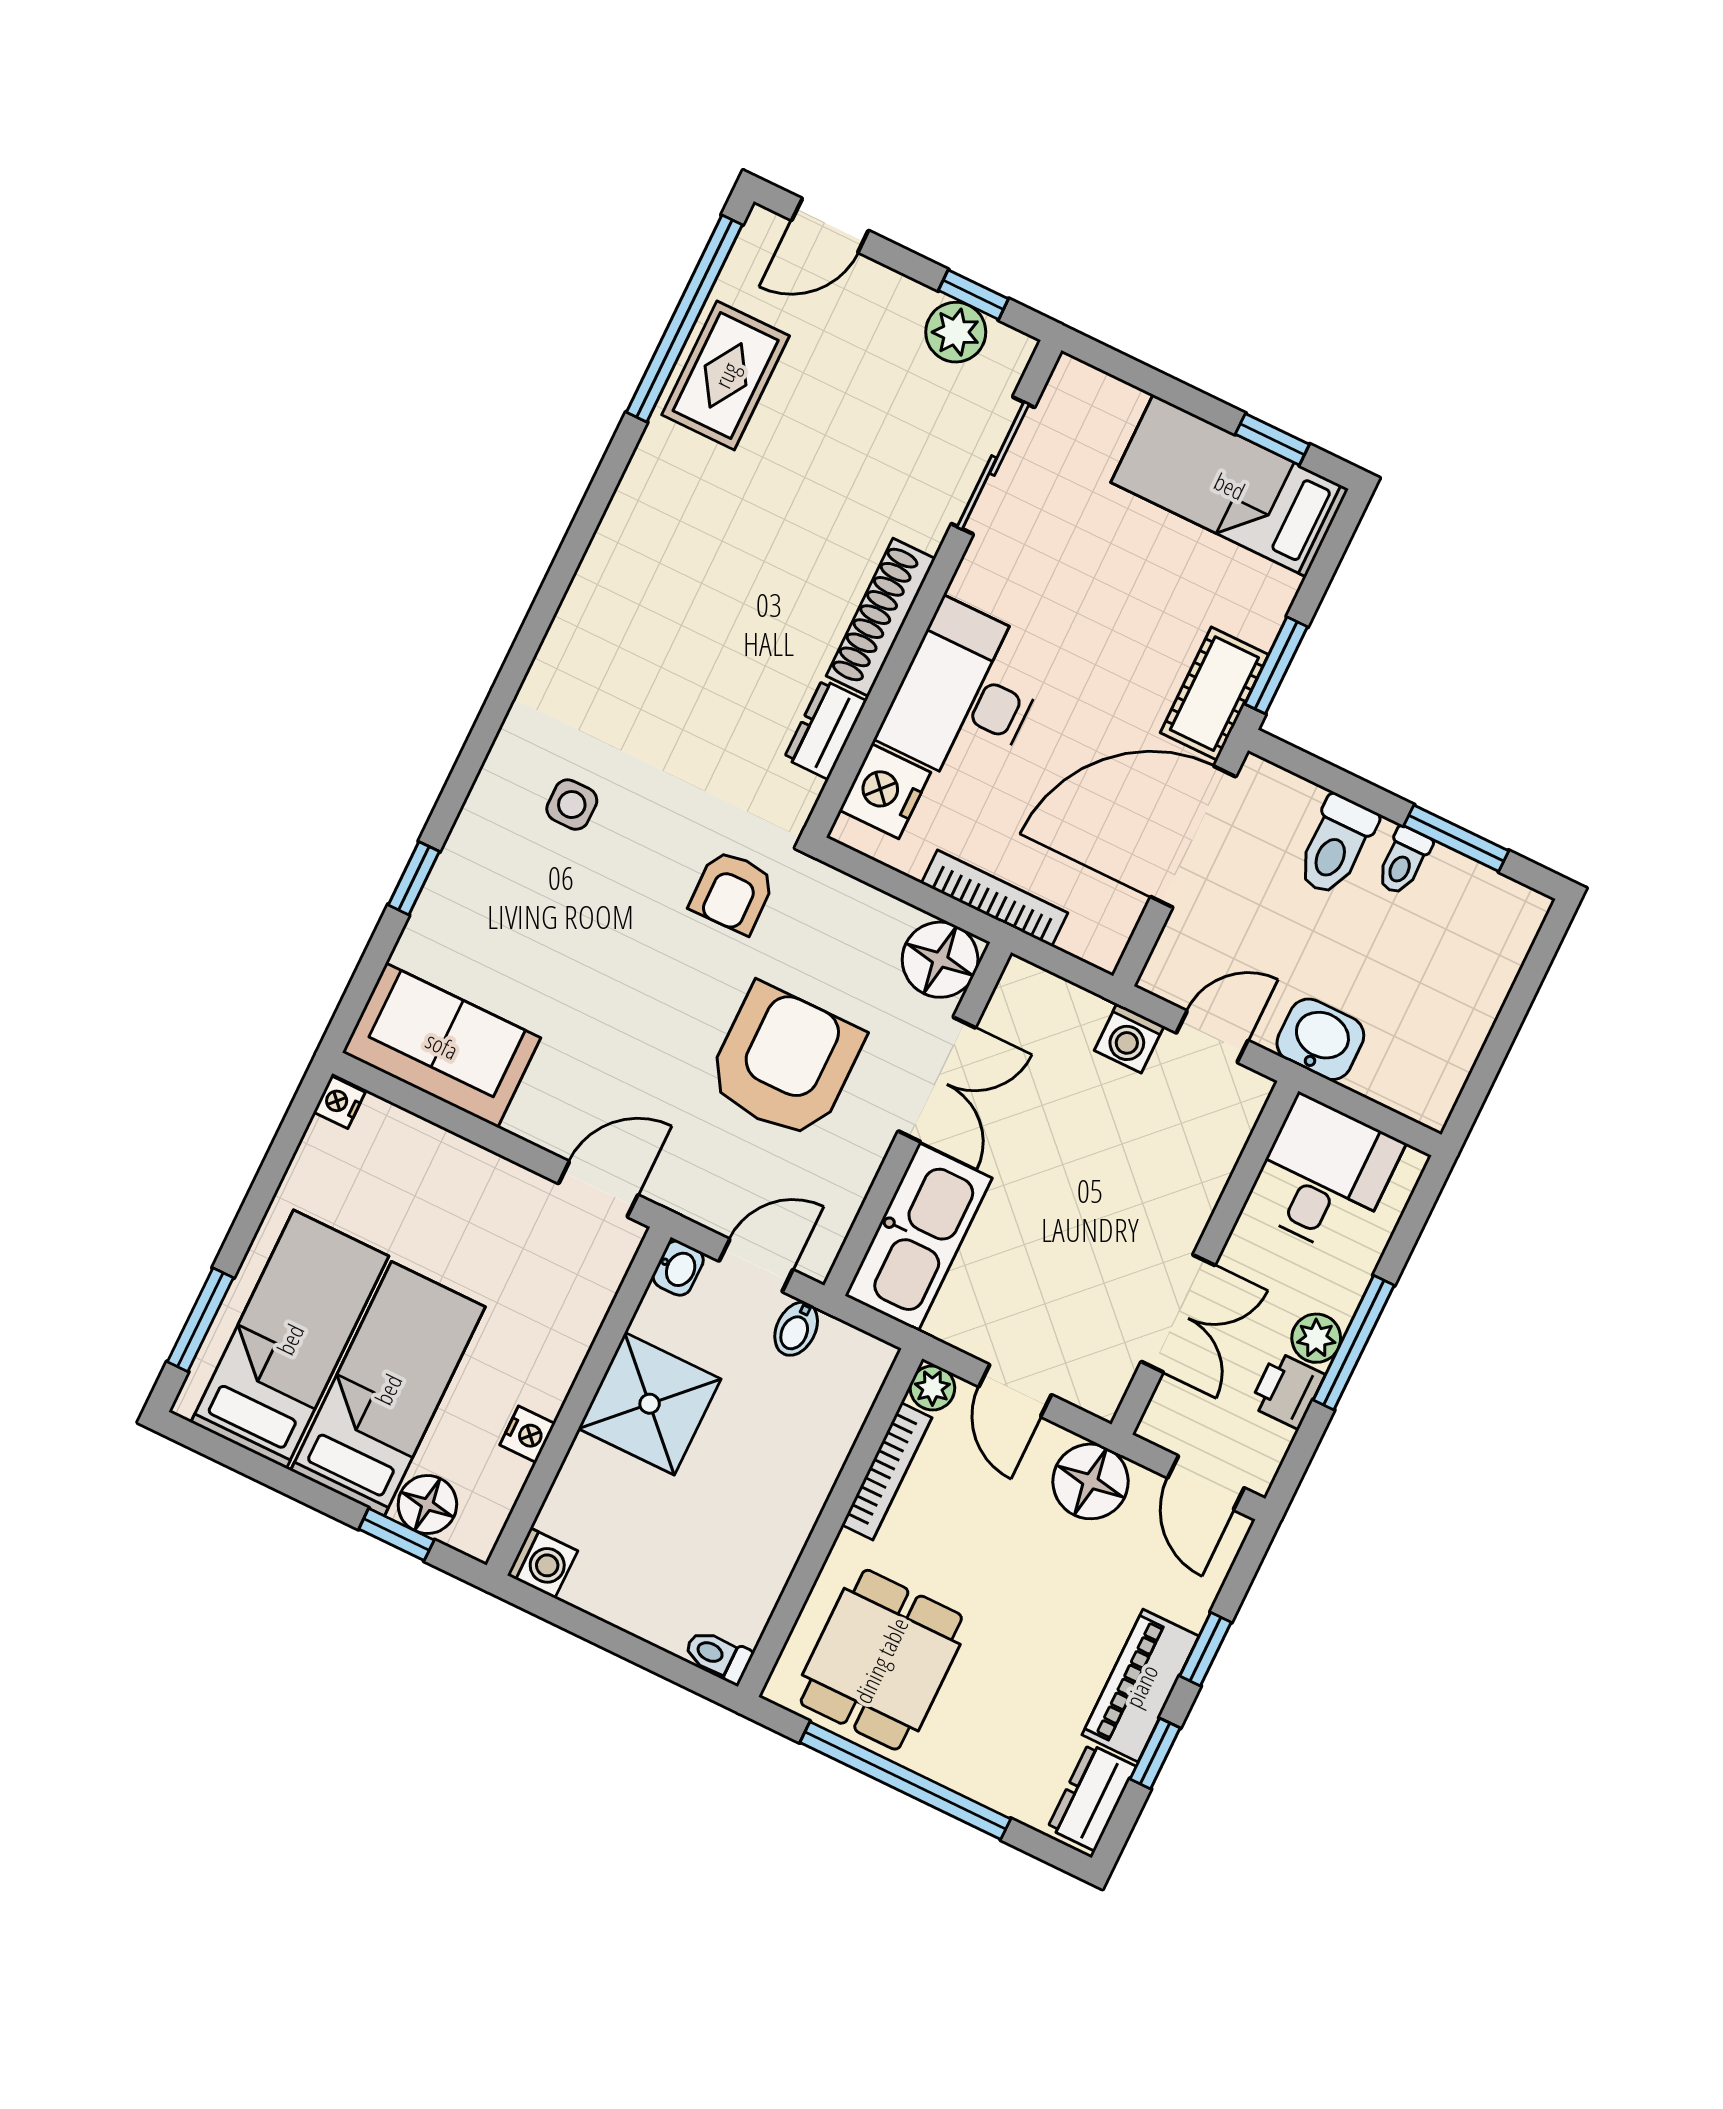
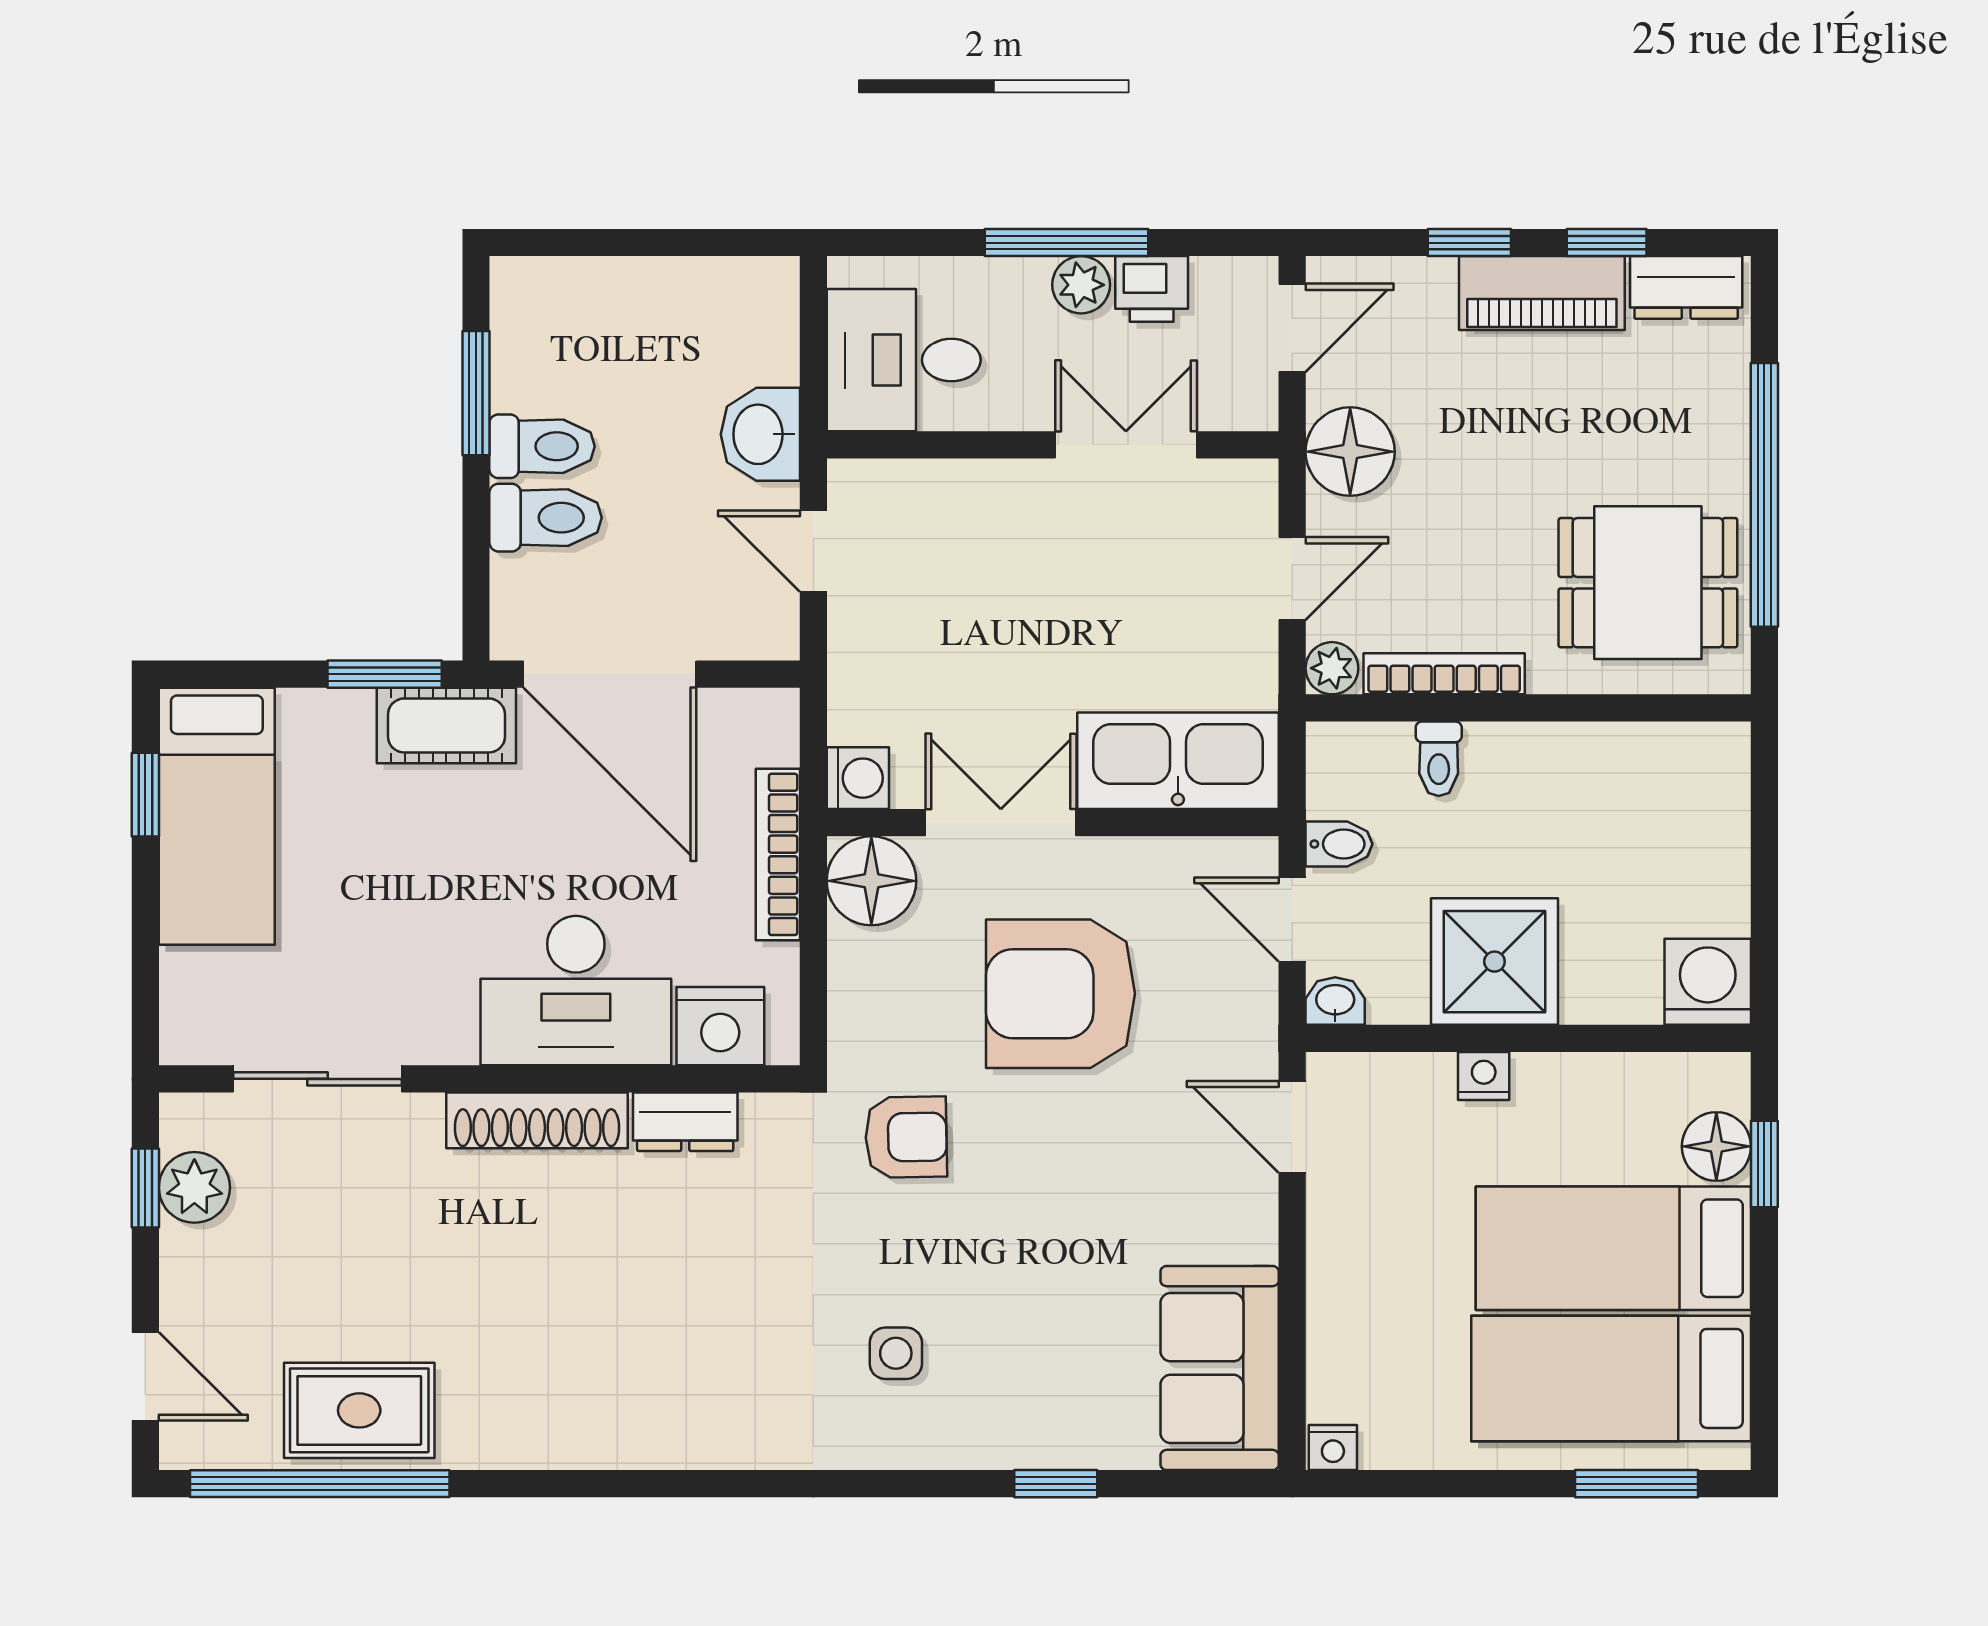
toilet: (1404, 861) -> (542, 446), width x1.37, depth x1.39
washing machine: (1129, 1038) -> (858, 778), moved
nightstand: (527, 1434) -> (1484, 1076), moved
washing machine: (542, 1563) -> (1708, 982), width x1.38, depth x1.38
toilet: (718, 1656) -> (1439, 759), moved

